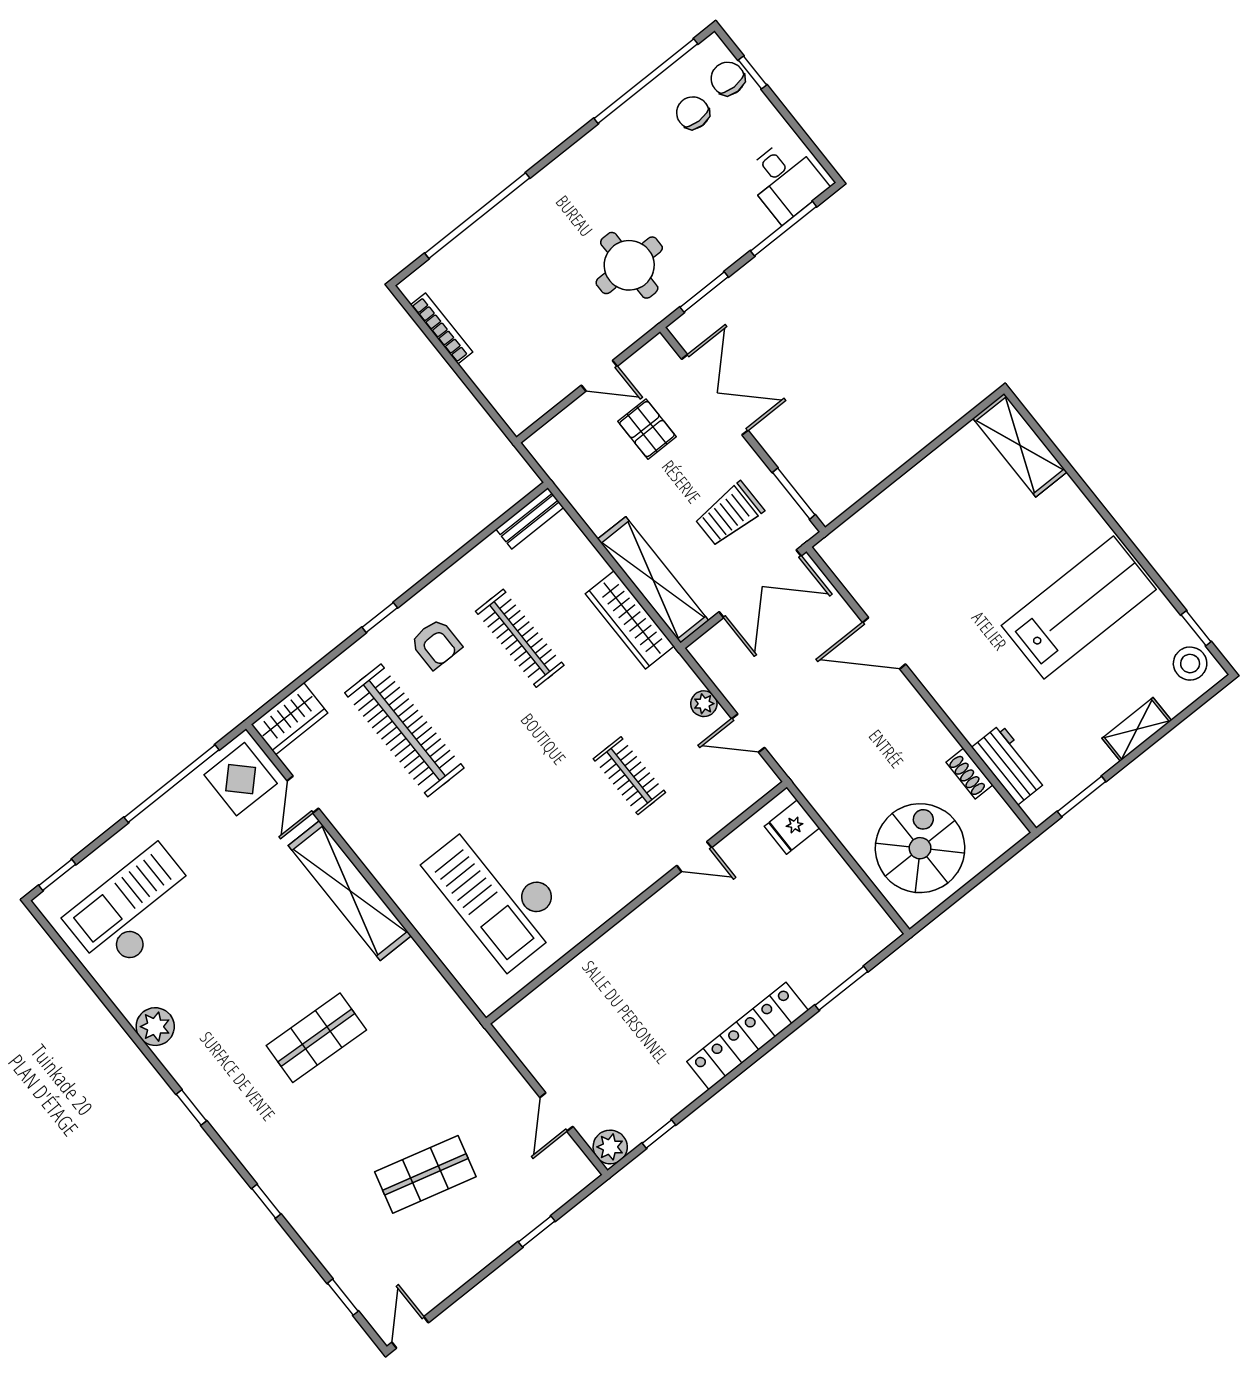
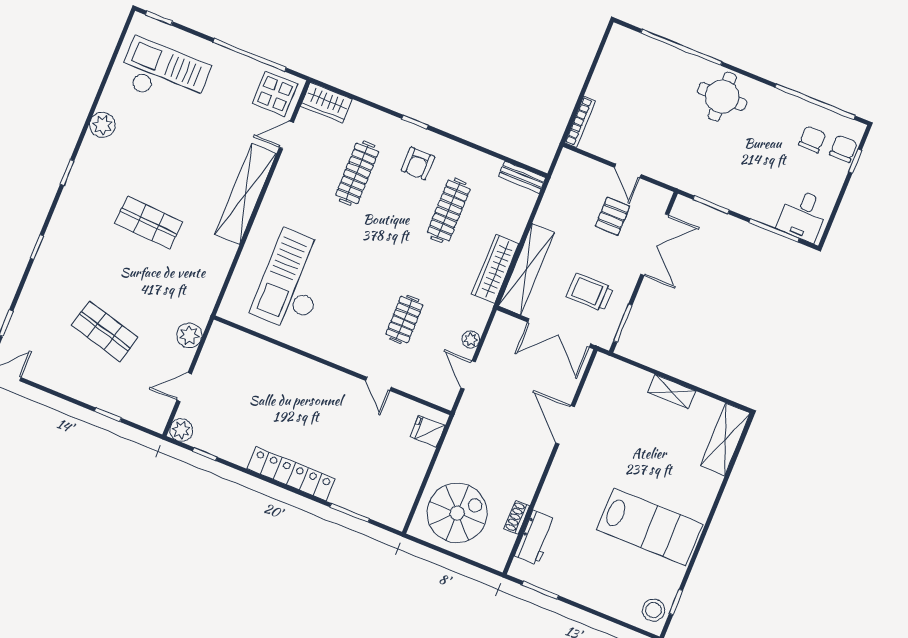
round table: (629, 265) -> (722, 97), moved
bookcase: (442, 328) -> (580, 122), moved
shelving: (1137, 729) -> (672, 392), moved
clothes rail: (404, 730) -> (357, 173), width x0.73, depth x0.76
plant: (493, 1067) -> (189, 335), added

